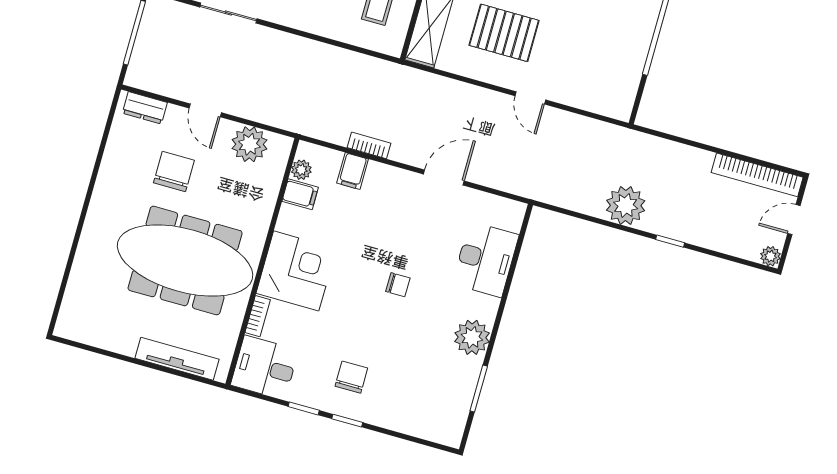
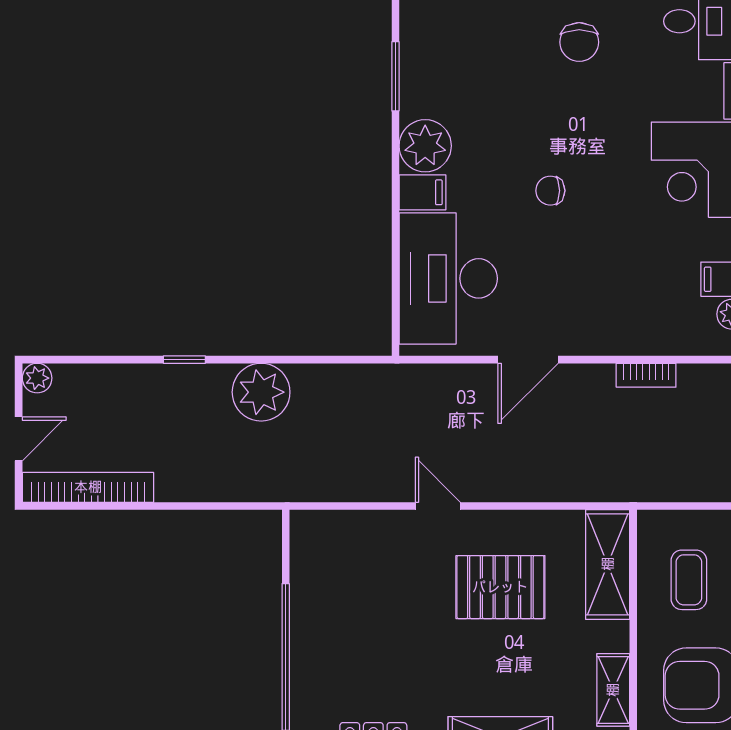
filing cabinet: (353, 171) -> (422, 192), moved, turned 90
desk: (486, 259) -> (448, 278), width x1.36, depth x1.30

